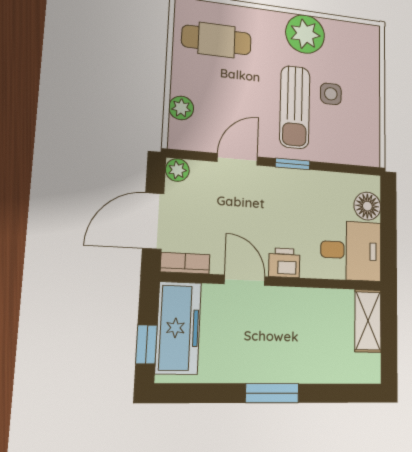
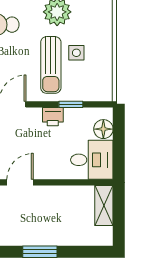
window: (293, 164) -> (71, 104), moved
printer: (284, 263) -> (53, 117), moved, turned 180
door: (245, 280) -> (20, 182), hinge flipped

